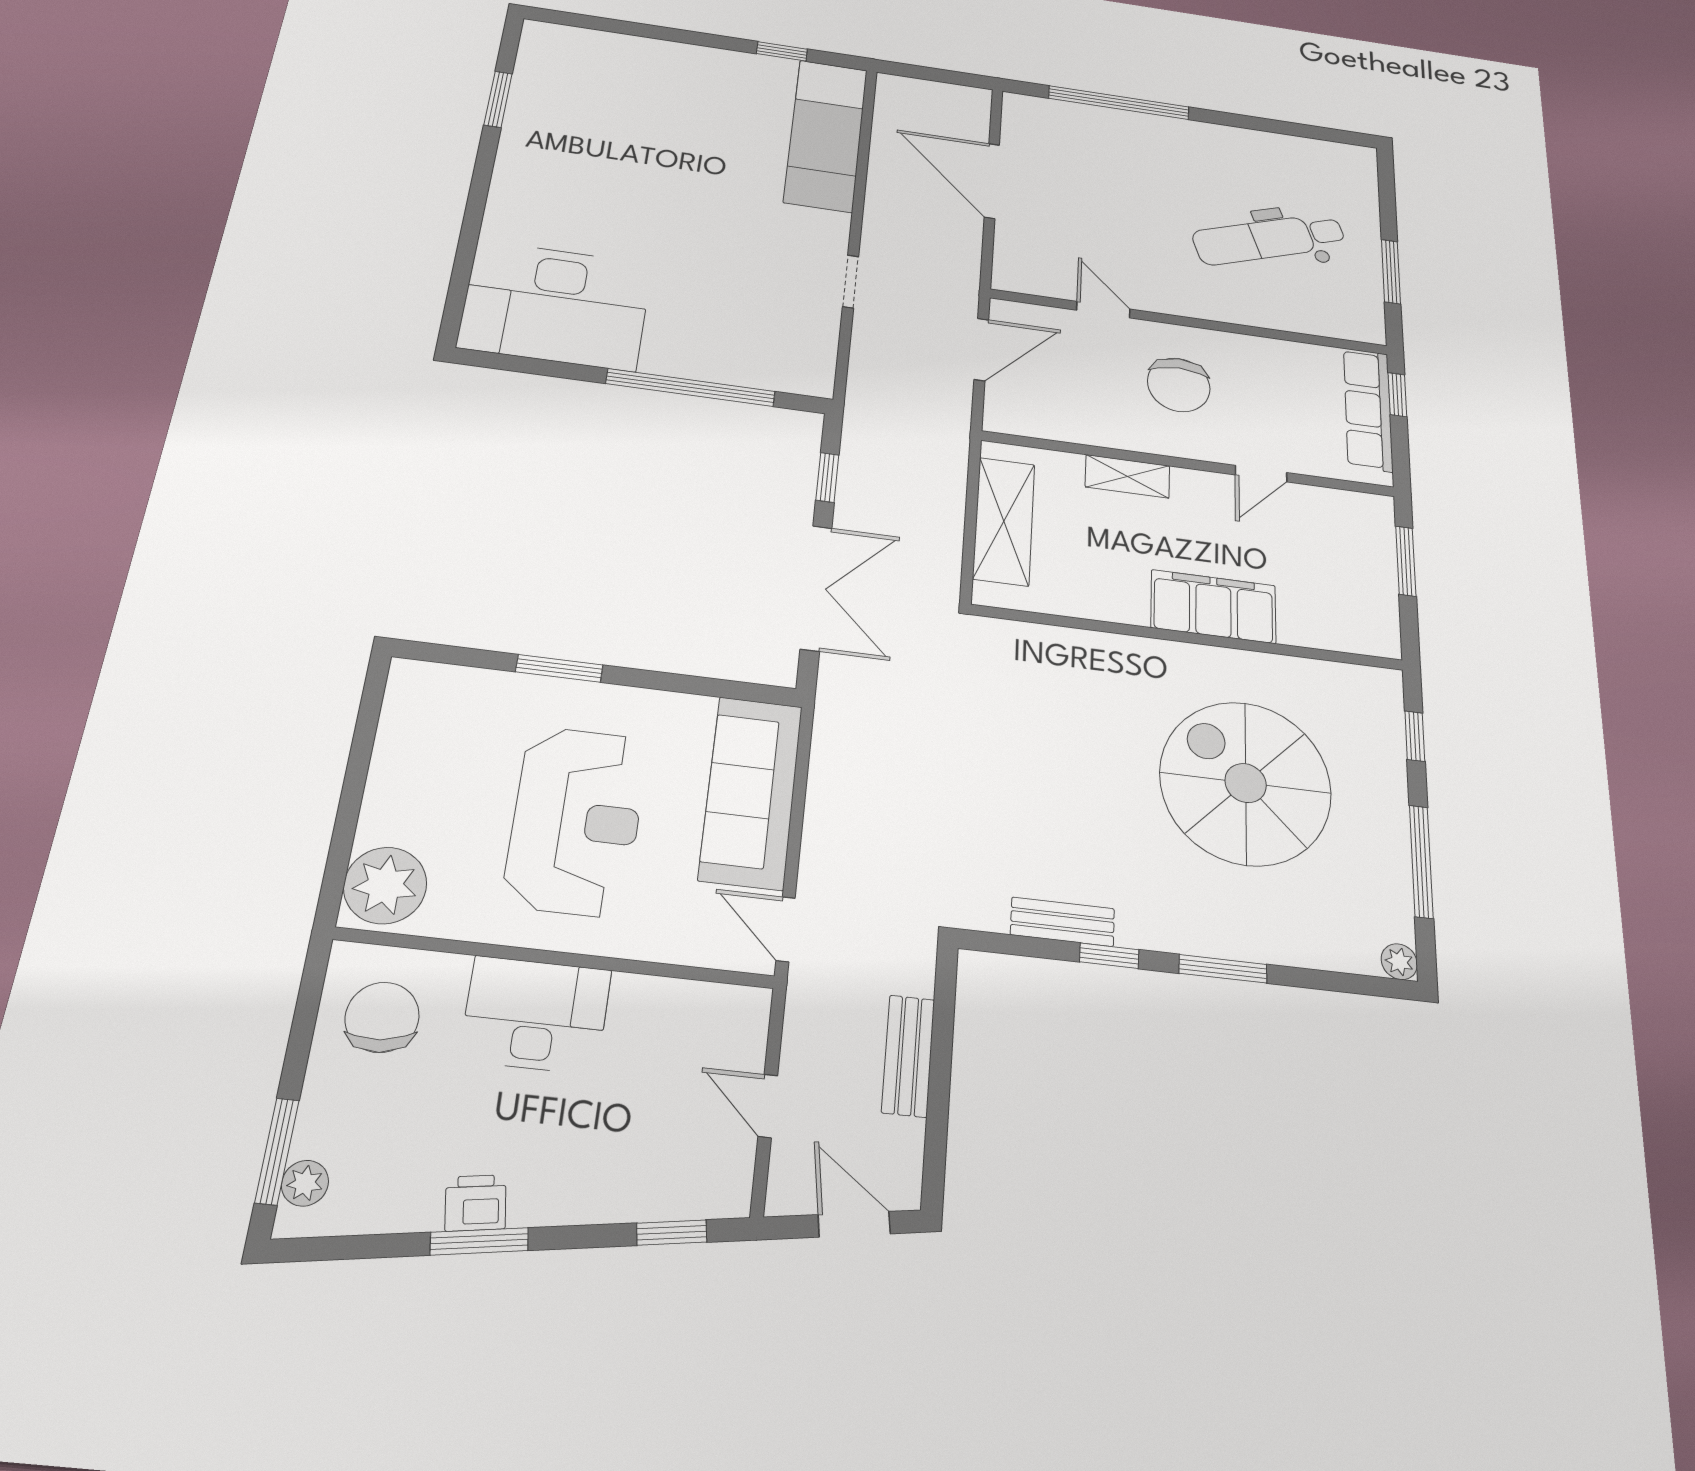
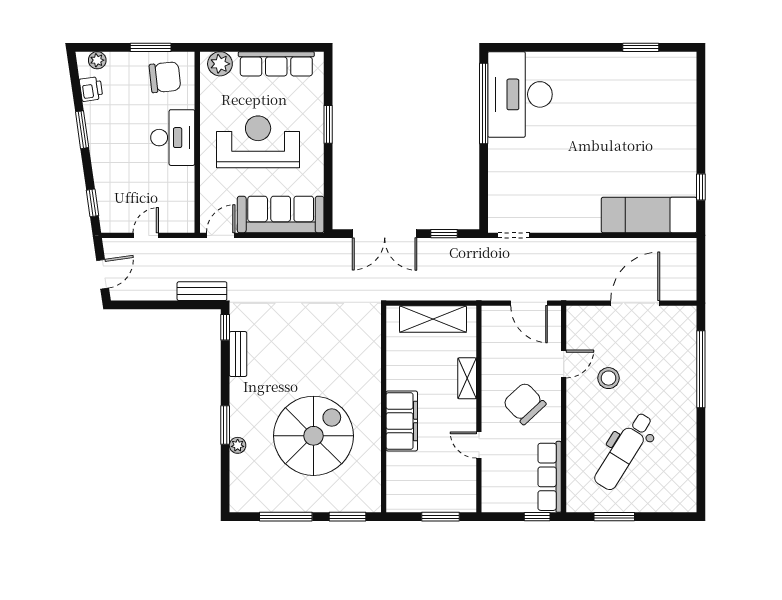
dental chair: (1269, 239) -> (624, 451), turned -129
stool: (1132, 243) -> (609, 378), added
doorway: (851, 282) -> (514, 235), moved
chair: (1179, 385) -> (524, 403), turned 47
window: (691, 388) -> (484, 103), moved
row of seats: (1368, 409) -> (550, 477), moved, turned -90
window: (1415, 736) -> (347, 517), width x1.50
row of seats: (399, 760) -> (276, 64), added
reception desk: (576, 821) -> (258, 142), turned 180
plant: (385, 885) -> (220, 64), width x0.73, depth x0.73
window: (1109, 956) -> (225, 327), moved
plant: (1399, 962) -> (238, 445), moved
bench: (908, 1056) -> (202, 291), moved
window: (277, 1151) -> (151, 47), moved
printer: (476, 1203) -> (91, 89), moved

